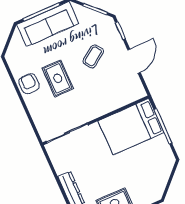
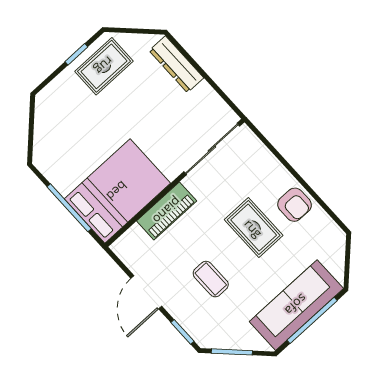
coffee table: (93, 56) -> (211, 279), turned -56
piano: (106, 105) -> (167, 211), added

